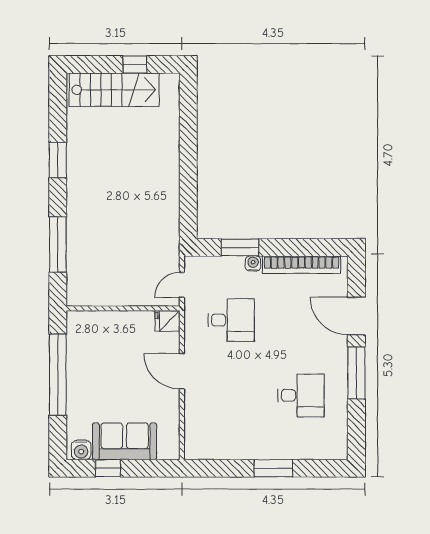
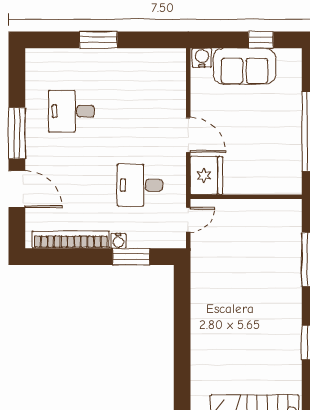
fridge: (167, 321) -> (206, 176), width x1.88, depth x1.34
water cooler: (81, 450) -> (202, 58), moved

